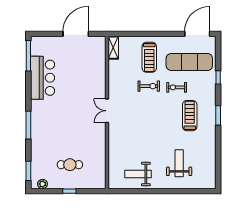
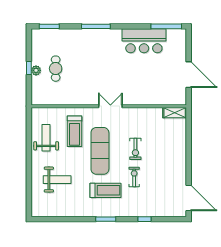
treadmill: (149, 57) -> (75, 131), moved, turned -90
exercise mat: (189, 62) -> (100, 151), moved
plant: (42, 184) -> (36, 70), moved

